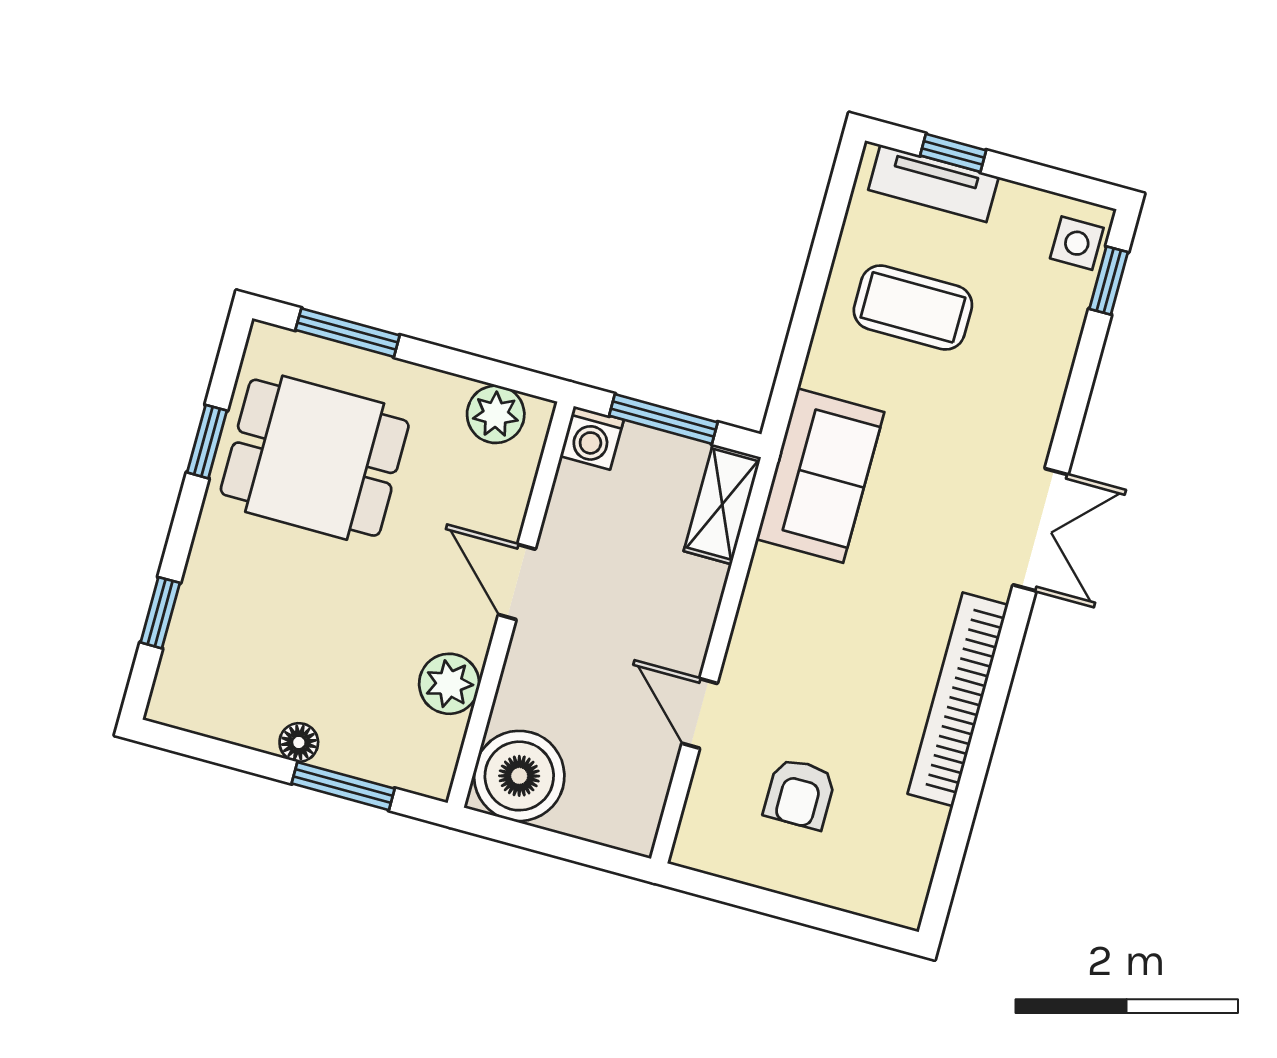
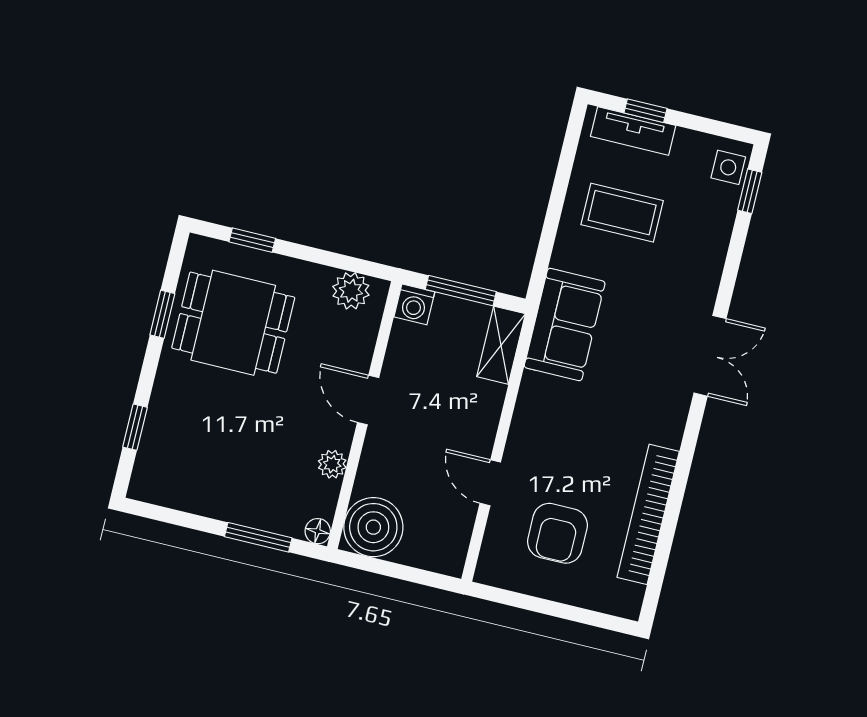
window: (348, 333) -> (252, 240), width x0.67
plant: (449, 684) -> (332, 464), width x0.73, depth x0.73
bookcase: (958, 699) -> (648, 514), moved
floor lamp: (299, 742) -> (318, 531), moved
armchair: (800, 794) -> (557, 533), width x1.38, depth x1.38

